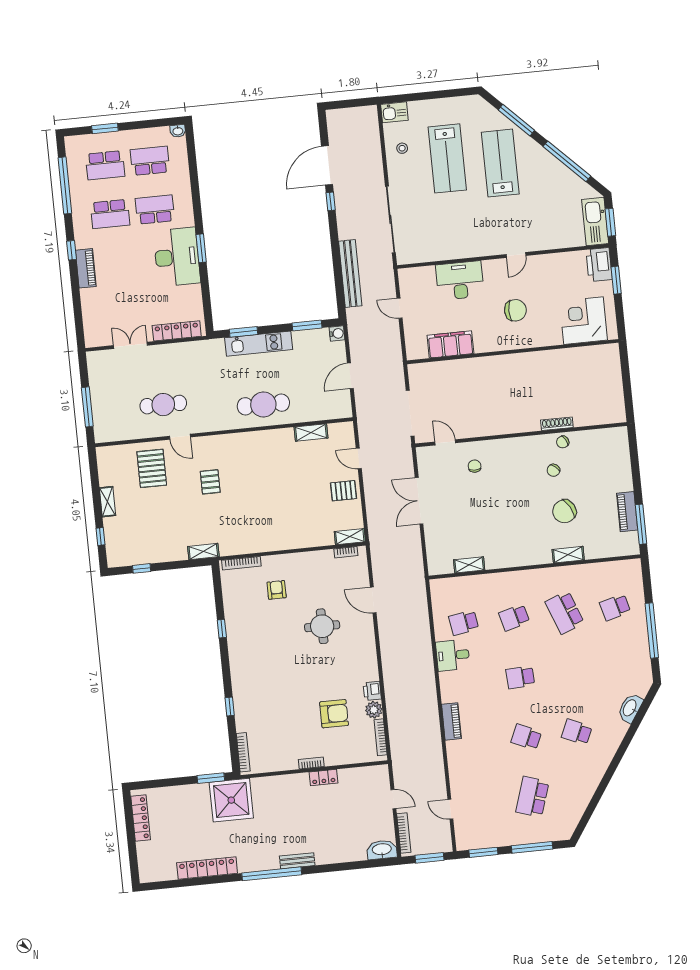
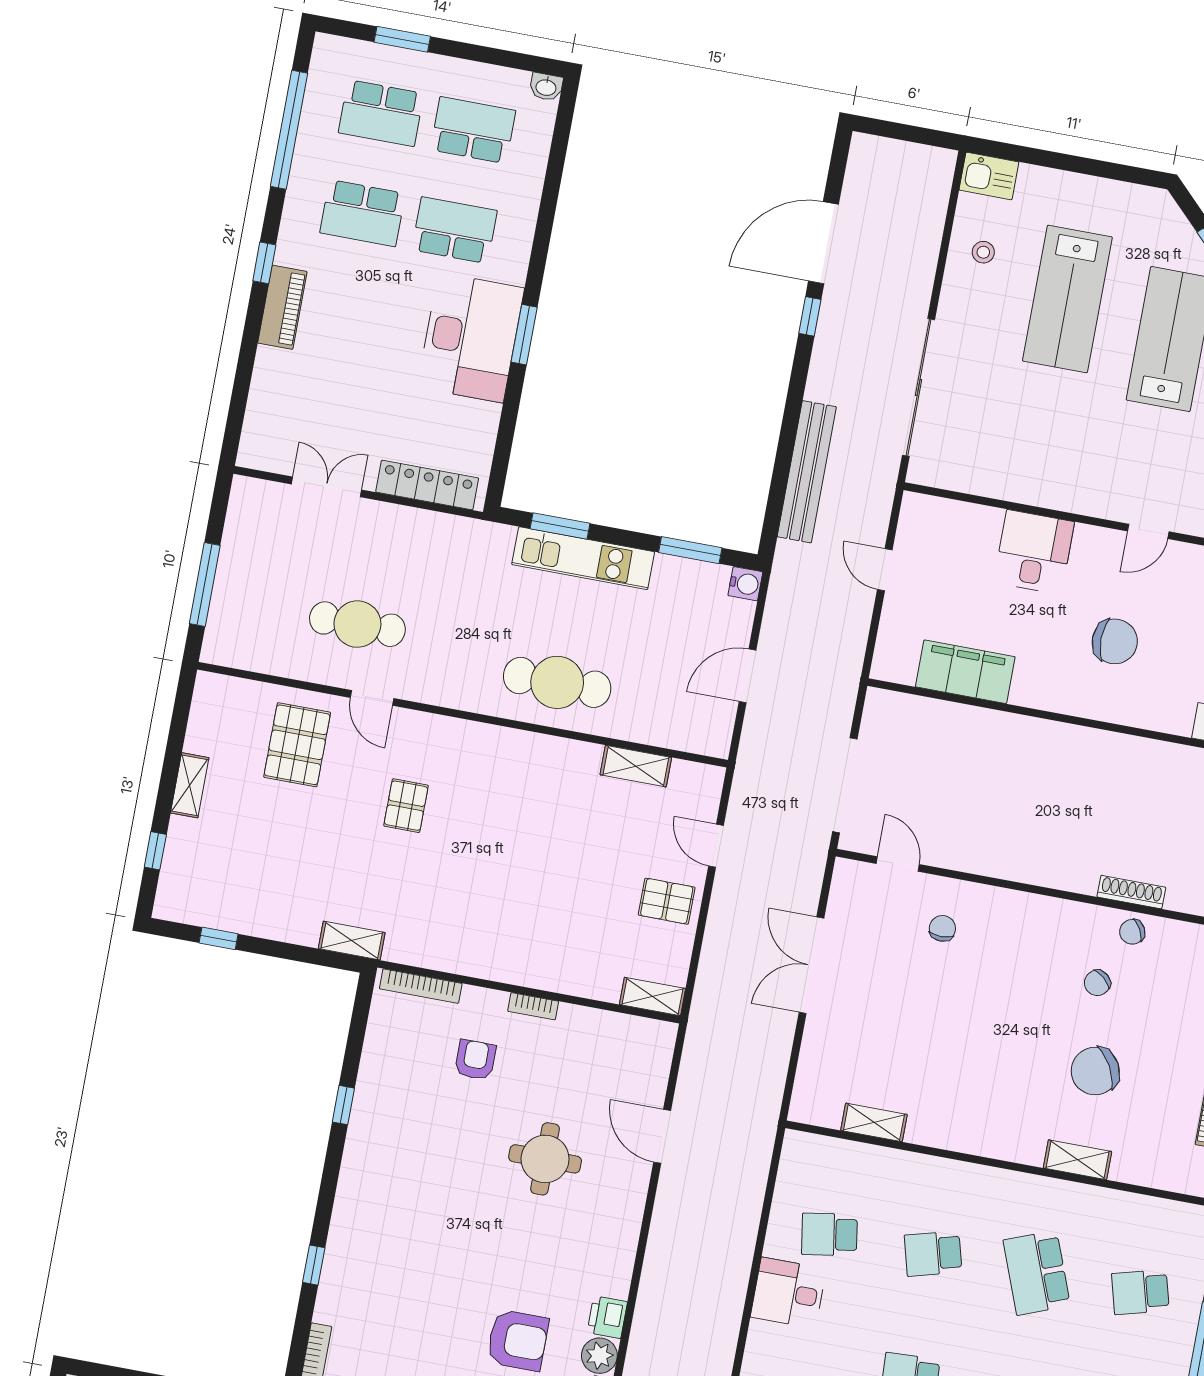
desk: (460, 280) -> (1034, 552), width x0.73
bookcase: (346, 552) -> (533, 1006), moved

